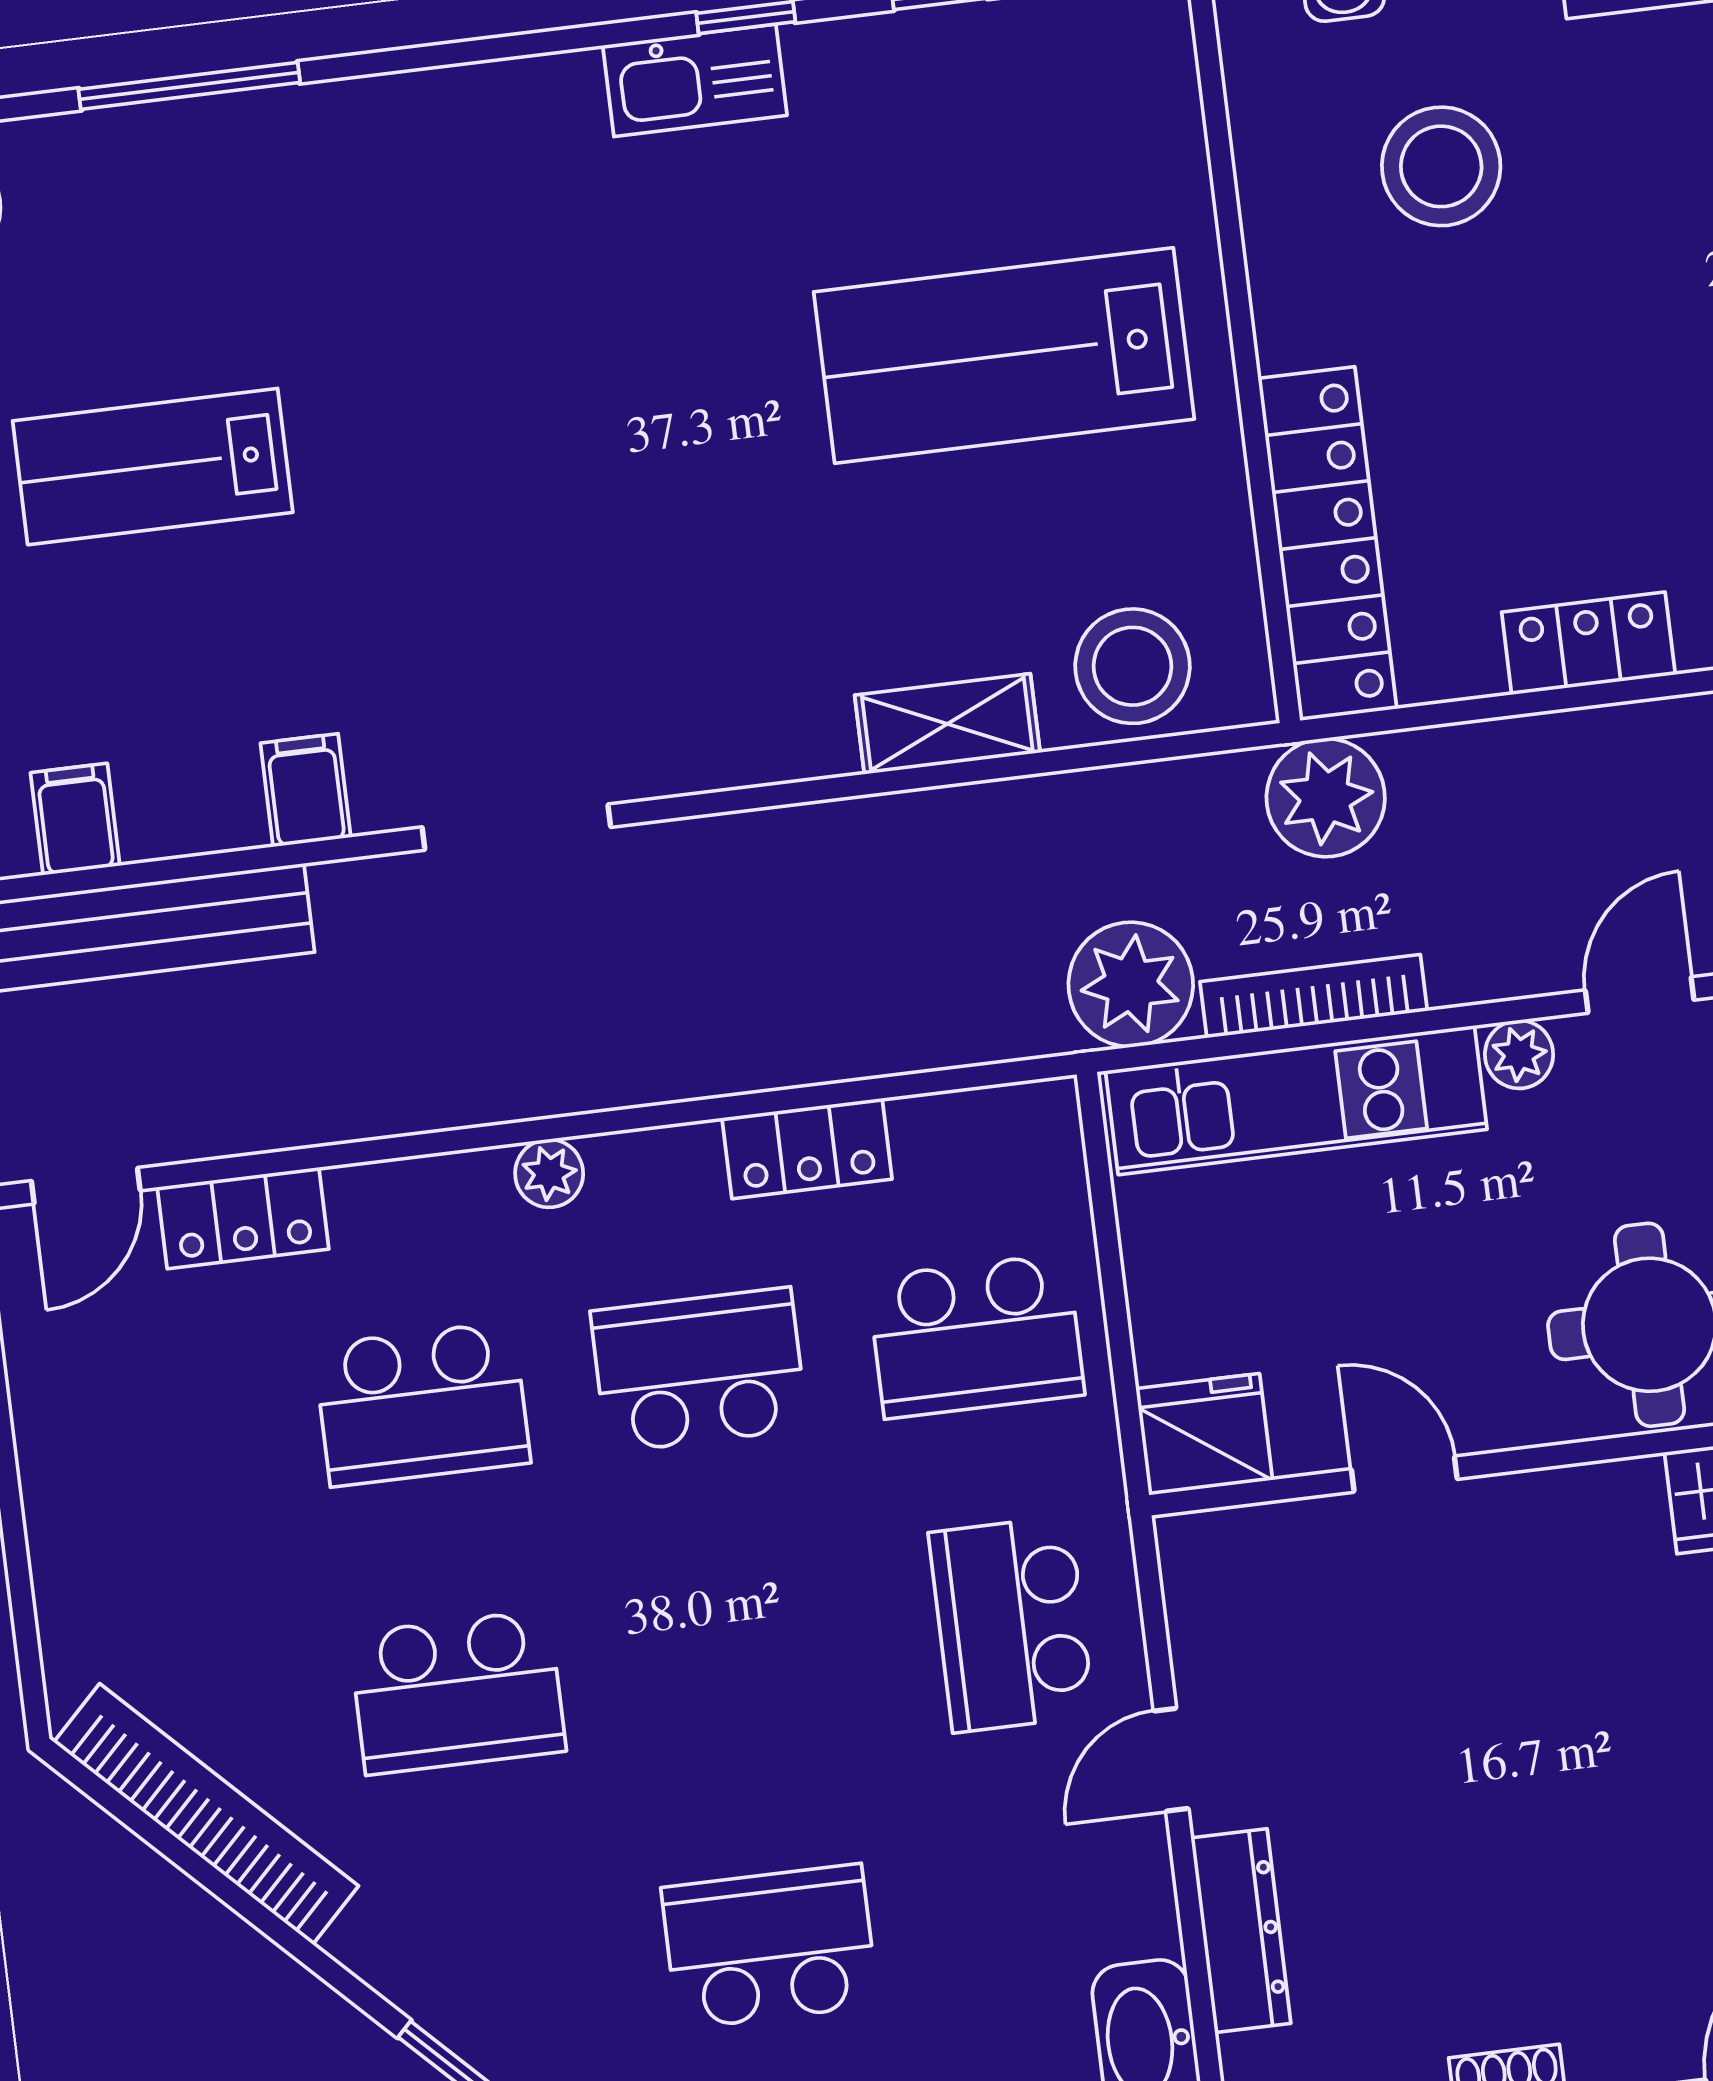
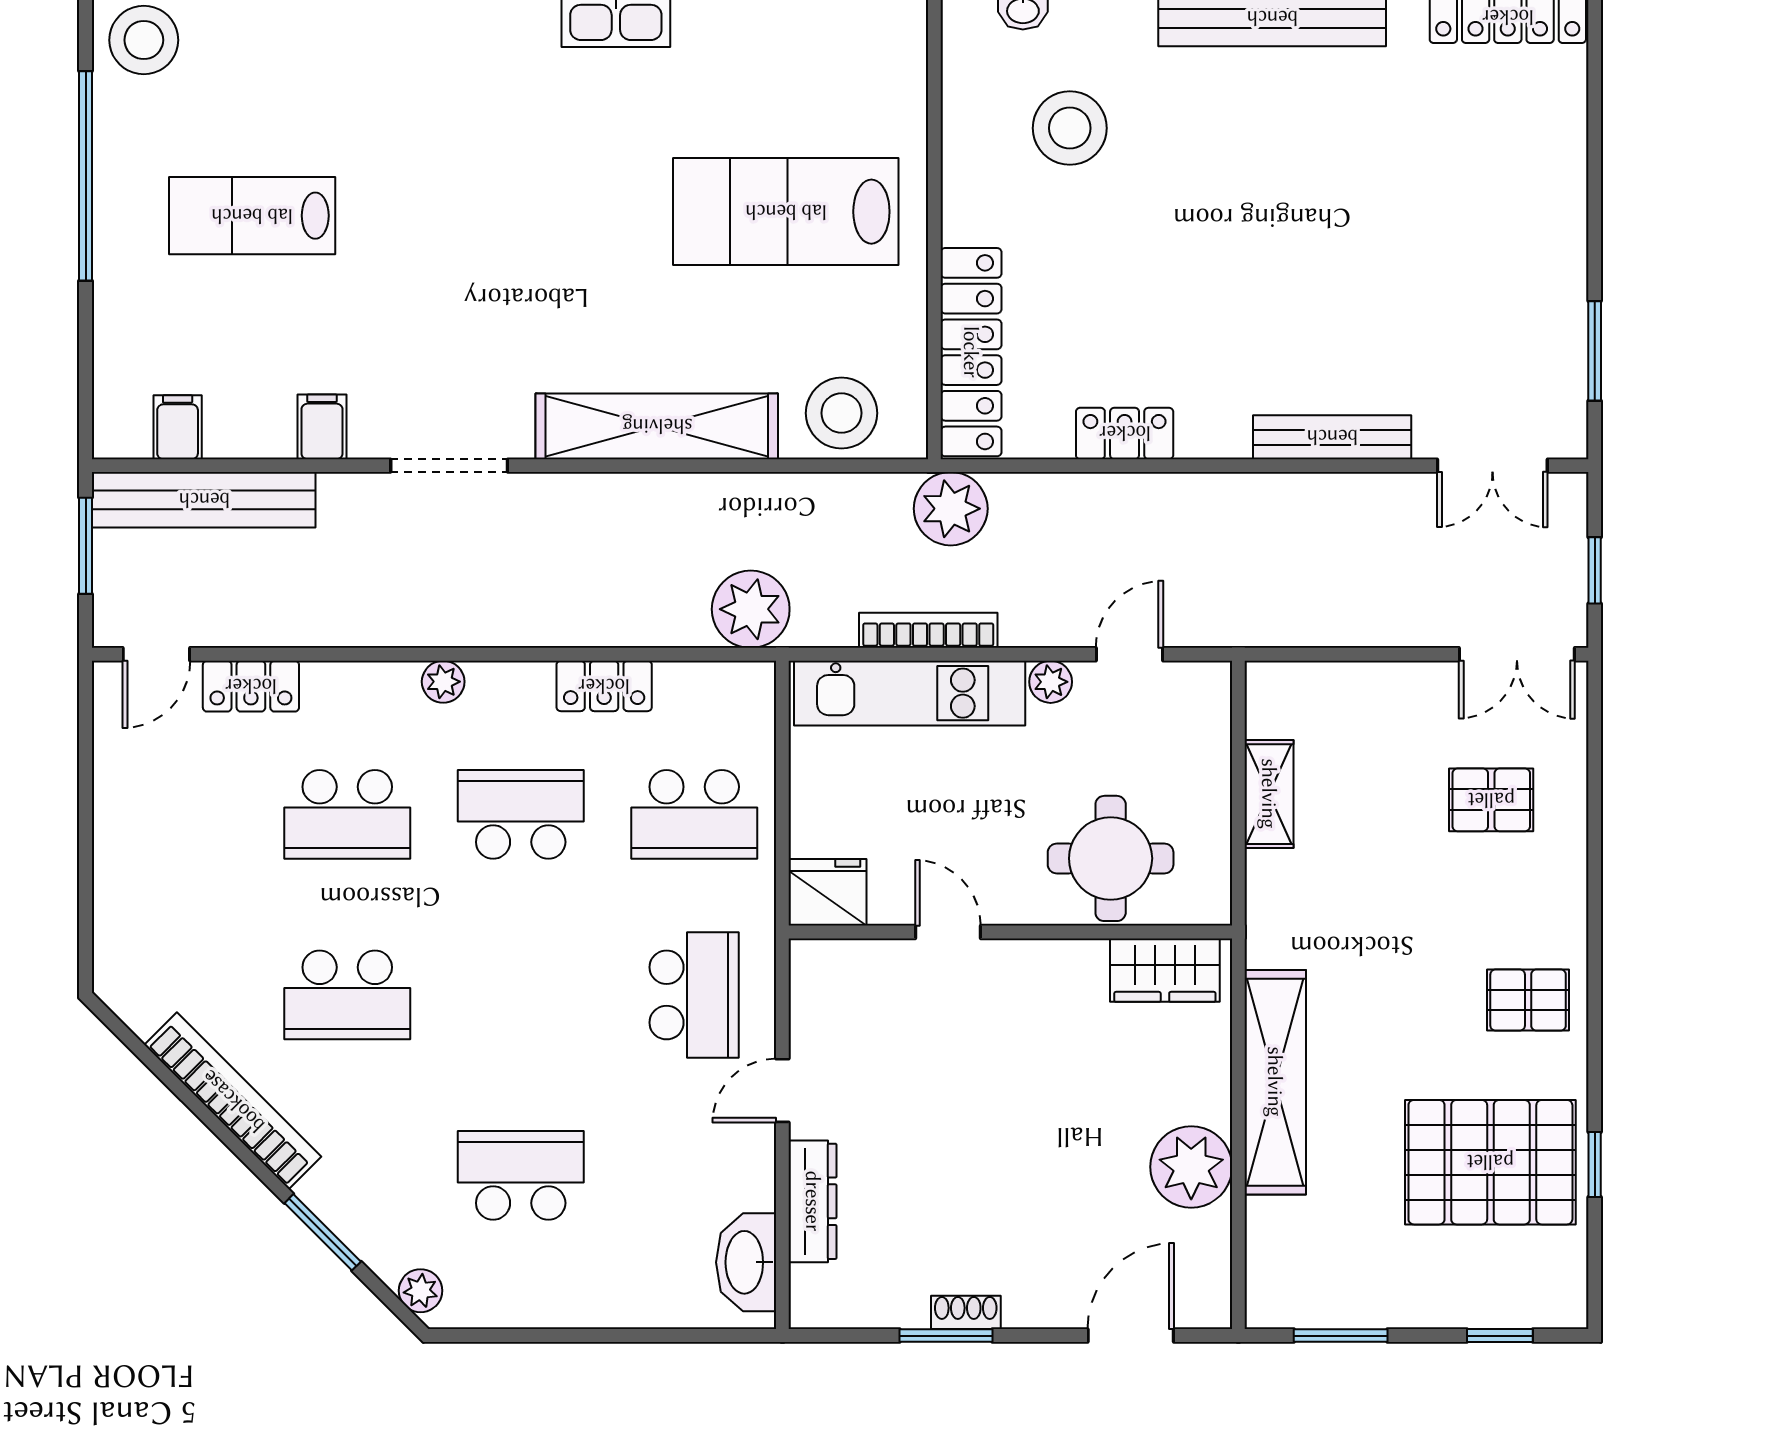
shelving: (947, 724) -> (657, 426), width x2.20, depth x1.33
plant: (1131, 984) -> (751, 609), moved
school desk: (1011, 1624) -> (694, 995), turned 180
bookcase: (206, 1814) -> (233, 1101), moved

